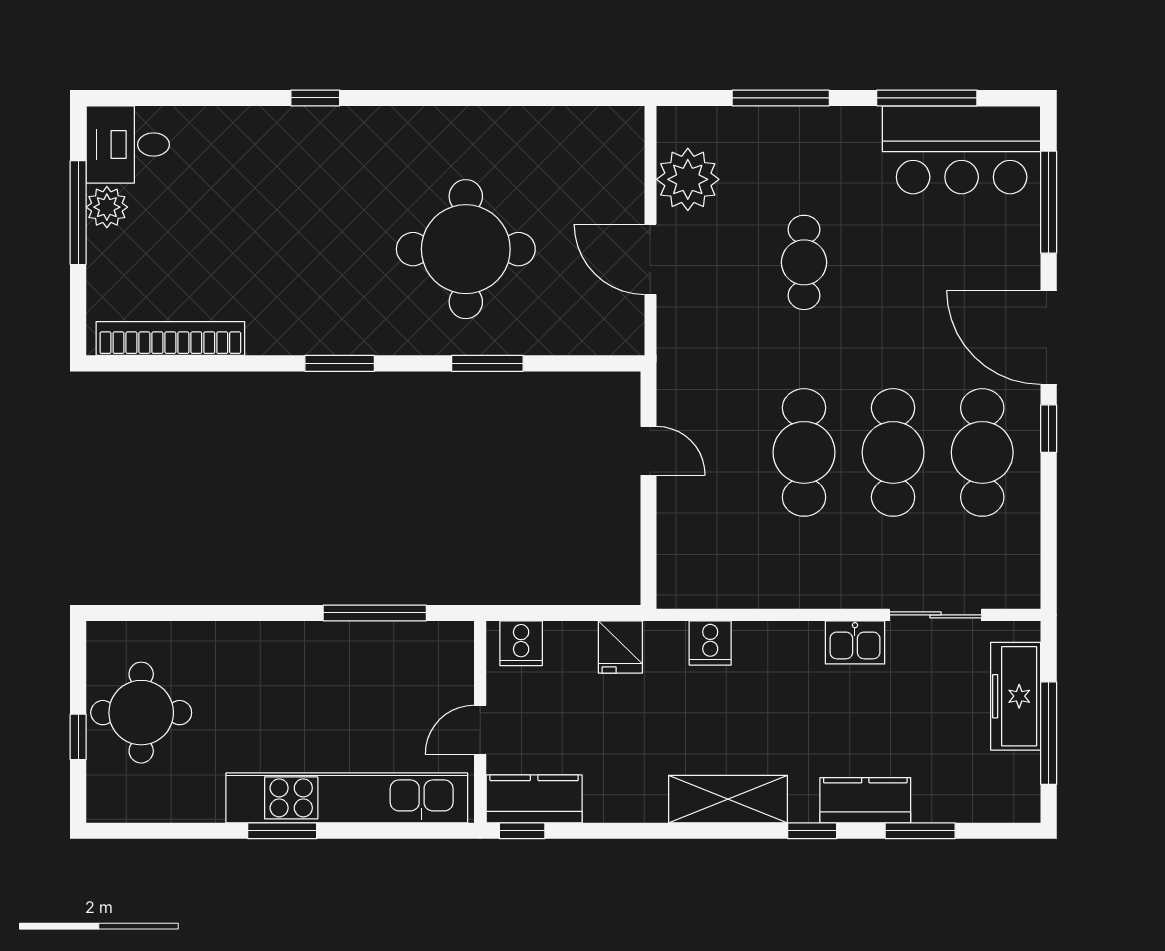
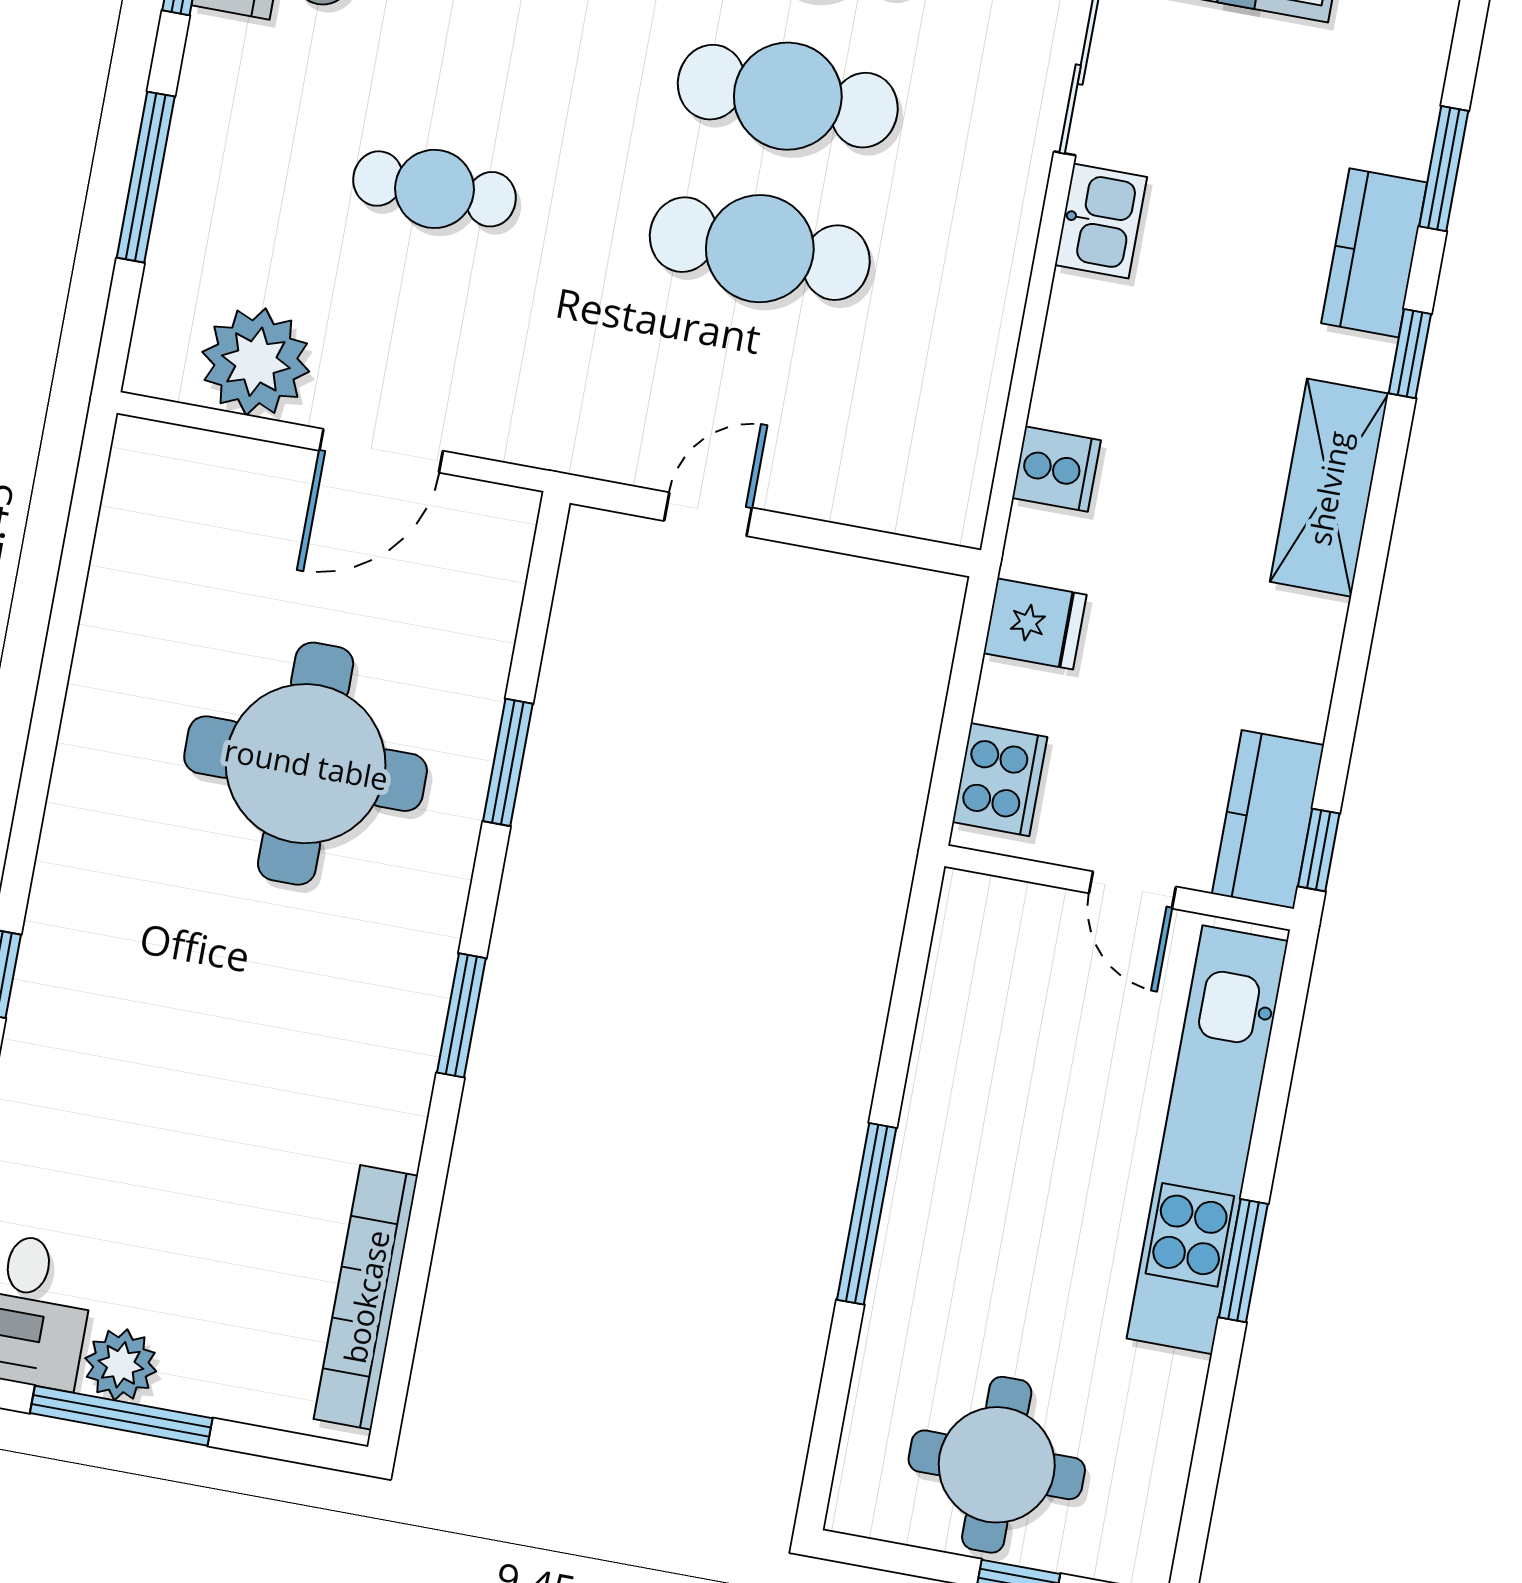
window: (375, 613) -> (867, 1214), moved
cooker: (521, 643) -> (1000, 780), width x1.36

